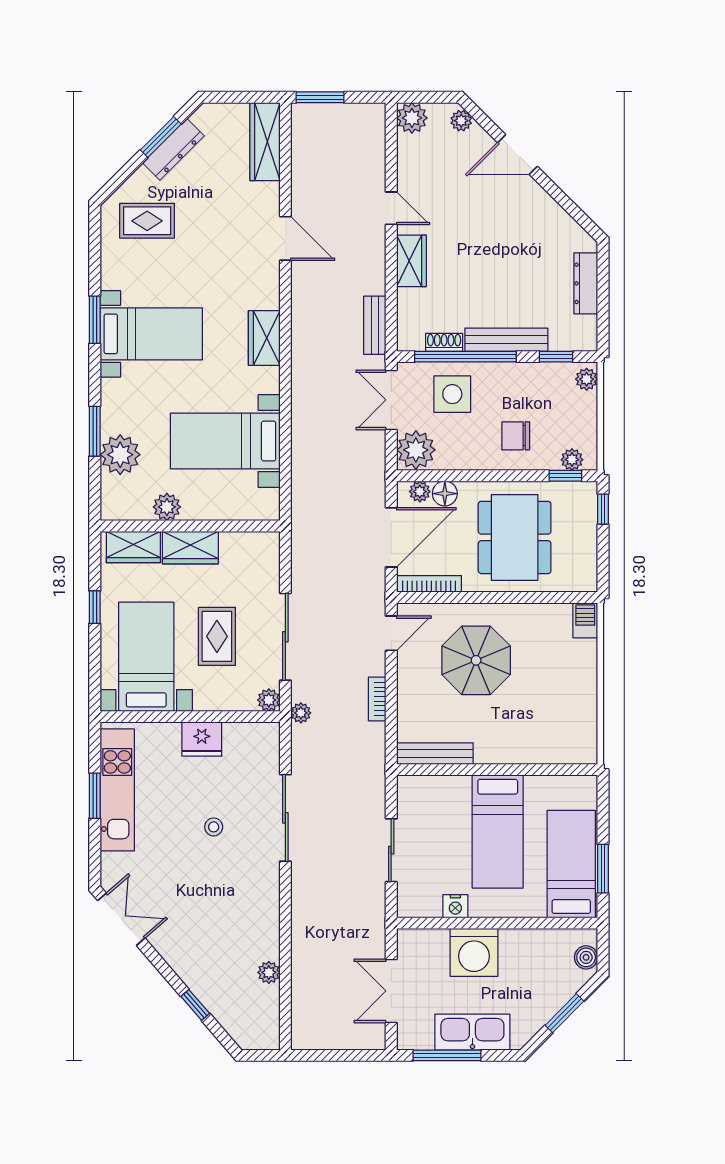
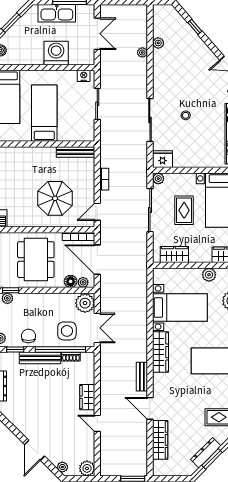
wardrobe: (265, 142) -> (160, 440), moved
door: (518, 154) -> (34, 450), swing flipped
bench: (375, 325) -> (142, 377), moved
wardrobe: (264, 338) -> (161, 352), width x1.50
chair: (516, 436) -> (29, 336), moved, turned -90
door: (391, 537) -> (97, 260), hinge flipped
wardrobe: (190, 548) -> (174, 254), moved
plant: (301, 713) -> (142, 52), moved
fridge: (202, 739) -> (163, 159), moved
nightstand: (455, 906) -> (84, 76), moved

